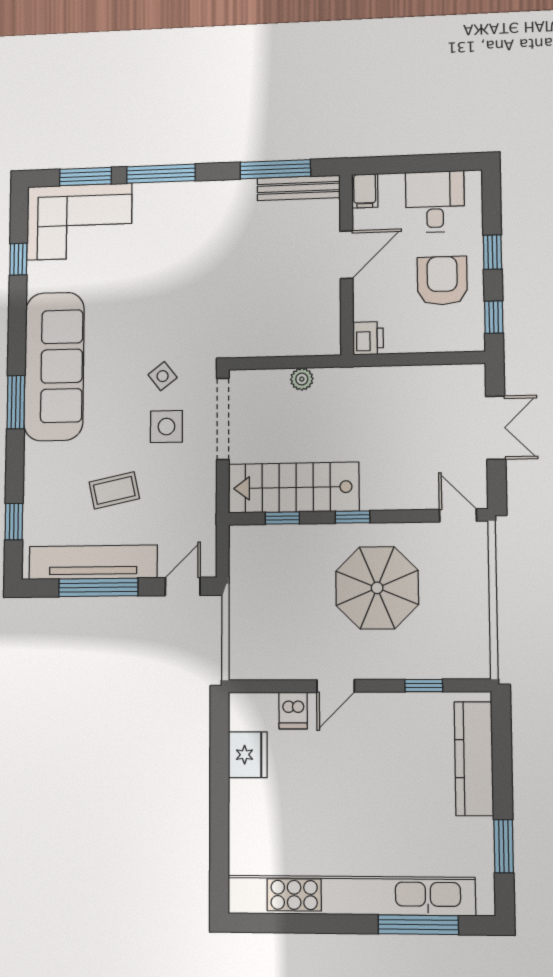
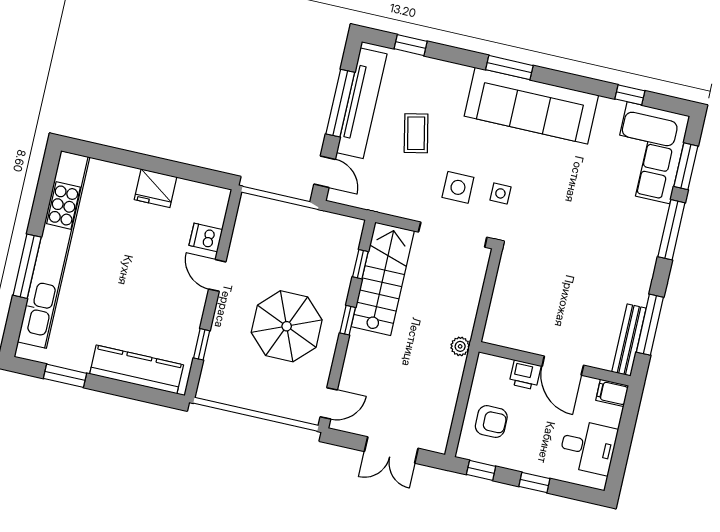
armchair: (442, 281) -> (491, 422), moved, width x0.72, depth x0.72
printer: (368, 338) -> (525, 375), moved
side table: (163, 376) -> (500, 193), turned 38
plant: (302, 379) -> (460, 346), moved
fridge: (248, 755) -> (156, 188), moved
window: (418, 925) -> (27, 266), moved

